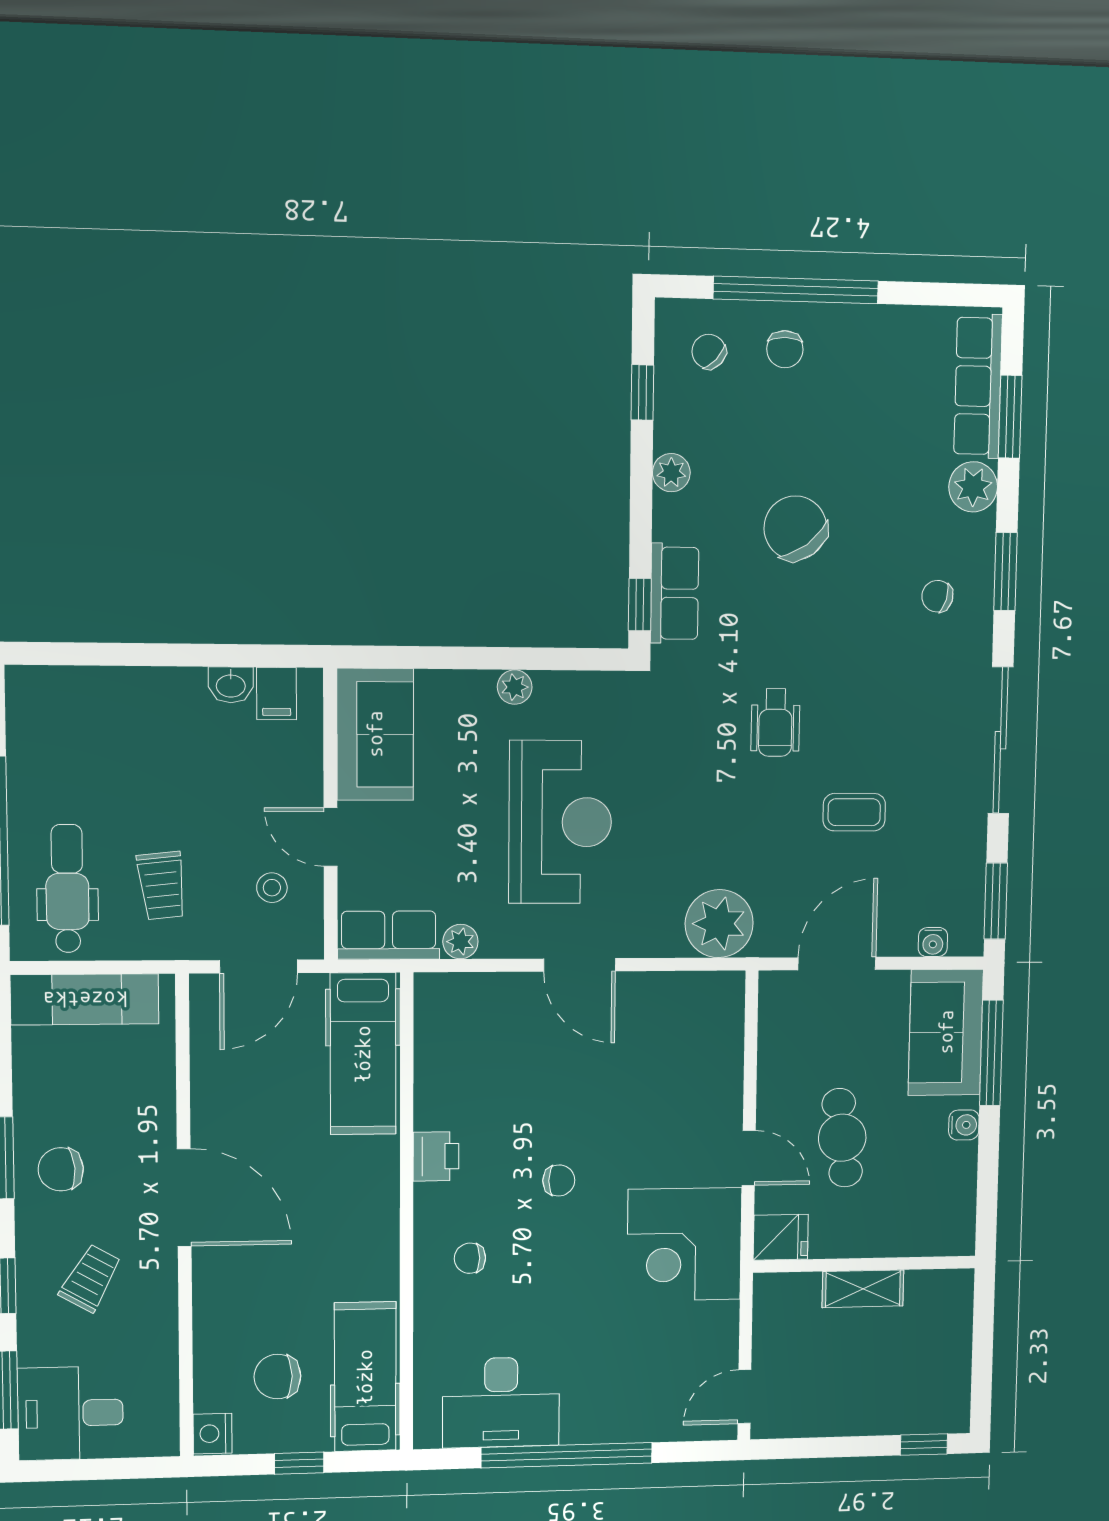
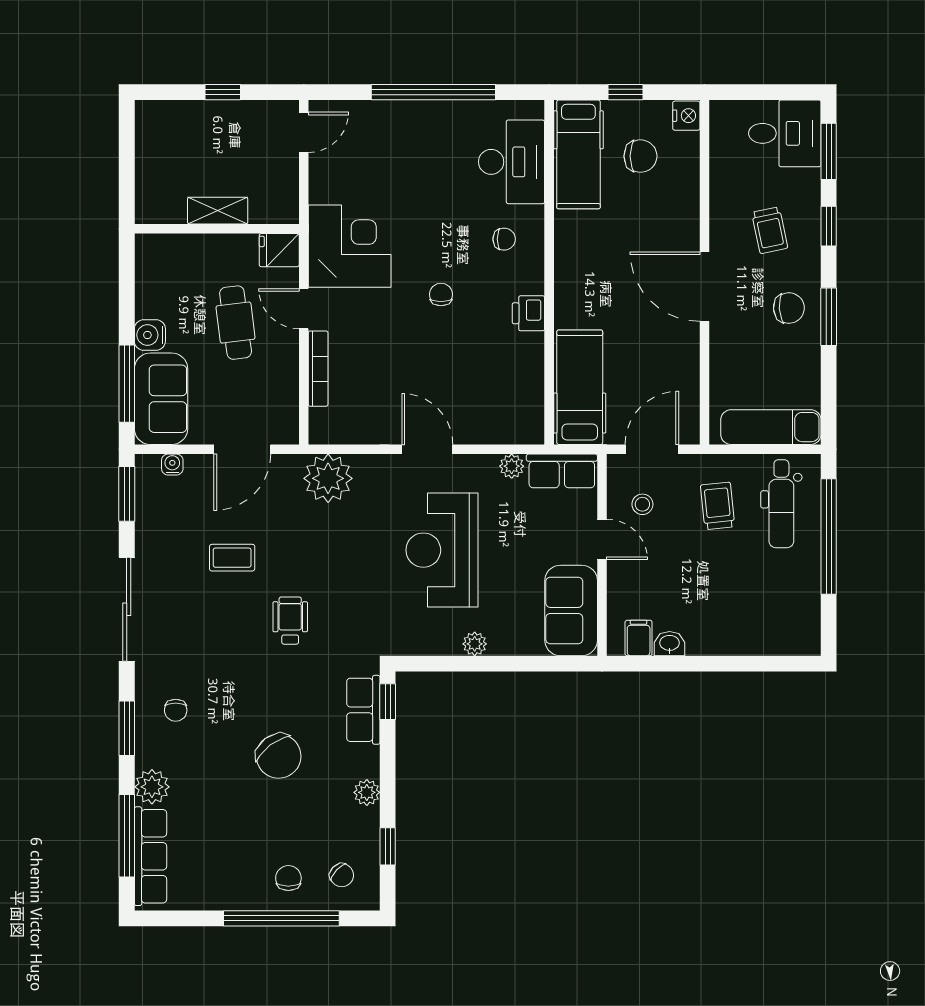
window: (1010, 417) -> (127, 836), width x1.44
chair: (937, 596) -> (176, 710), turned 74
bookcase: (730, 1076) -> (318, 369), added
water cooler: (964, 1125) -> (150, 335), width x1.38, depth x1.38
chair: (559, 1180) -> (441, 294), turned 90
trolley: (90, 1278) -> (770, 230), turned -42
desk: (501, 1402) -> (512, 162), moved, turned 90
window: (924, 1445) -> (223, 92), moved

